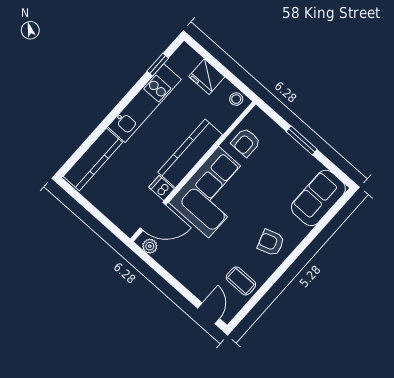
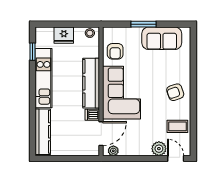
sofa: (318, 198) -> (162, 38), moved, turned -90
plant: (200, 287) -> (159, 149), added

